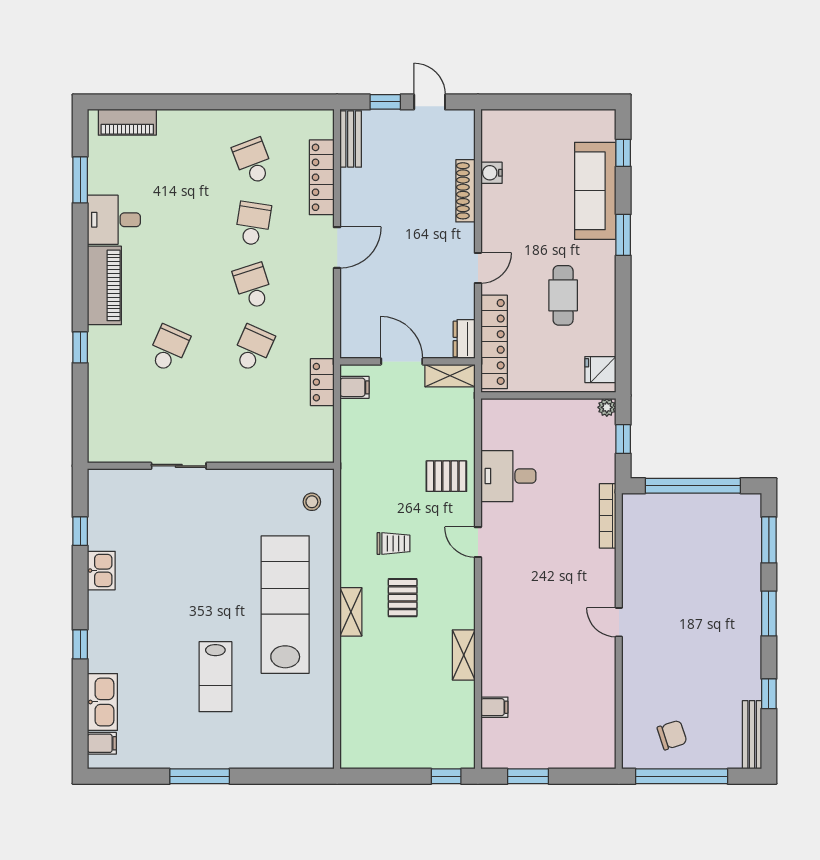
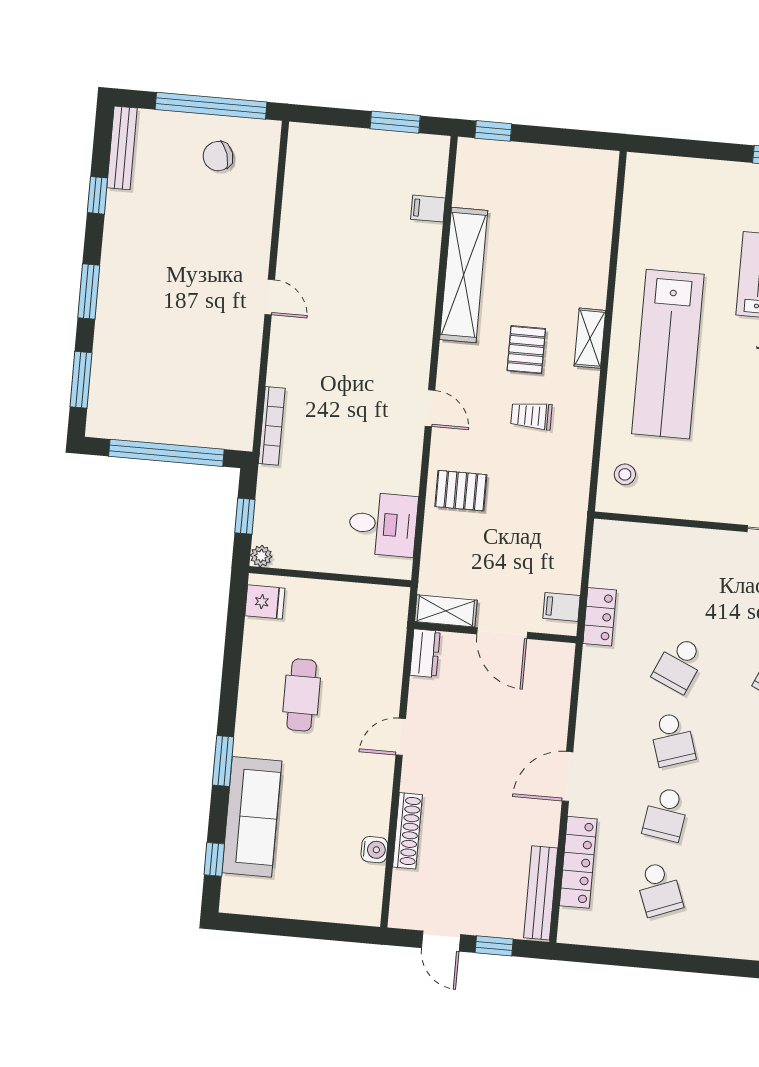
bench: (351, 139) -> (541, 893), width x1.36
locker: (494, 342) -> (389, 646), removed
desk: (508, 476) -> (383, 524), moved
shelving: (464, 655) -> (464, 275), width x2.20, depth x1.33

